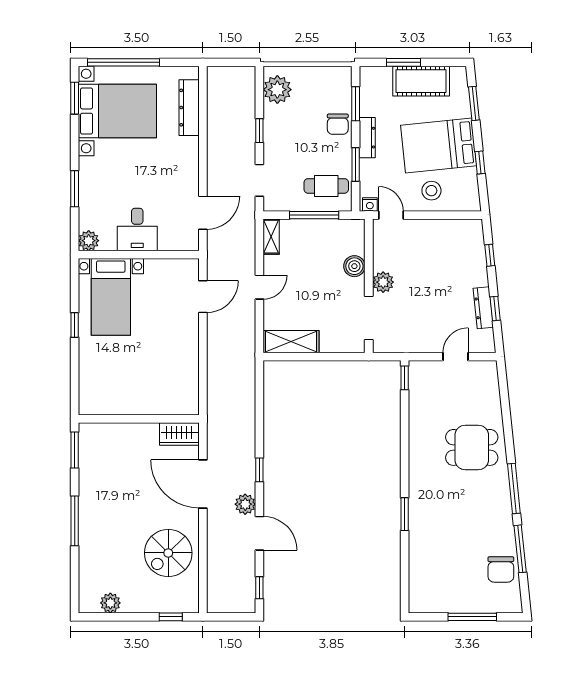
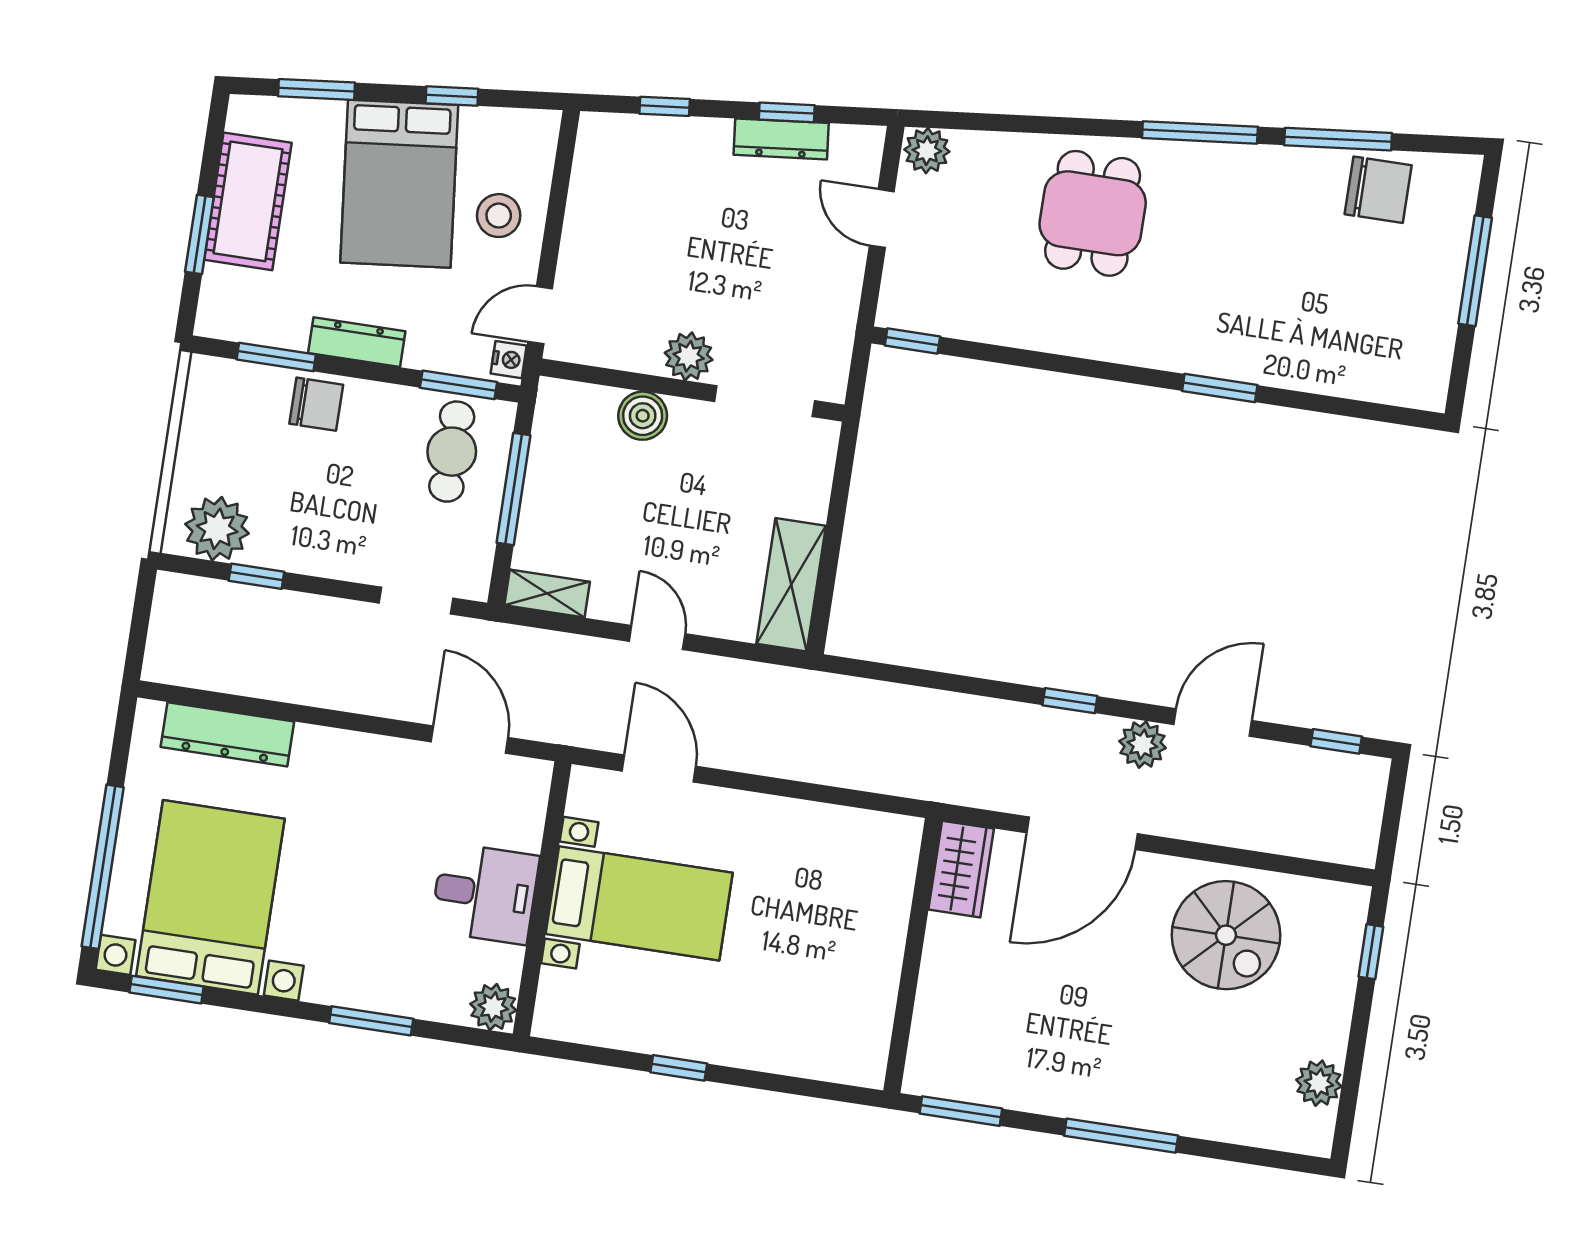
window: (259, 131) -> (256, 576), moved
window: (356, 165) -> (458, 385), moved
bed with nightstands: (111, 297) -> (639, 903), moved
plant: (488, 372) -> (927, 151), added

